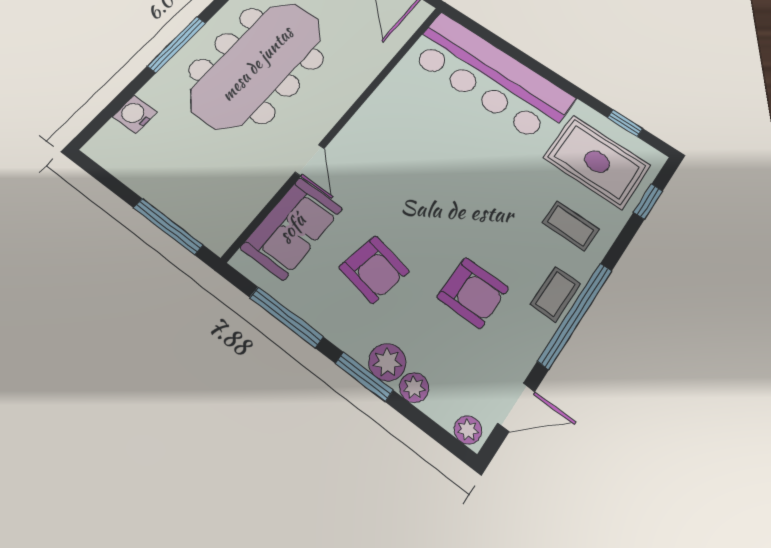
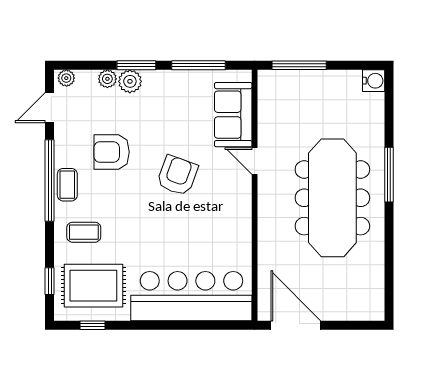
water cooler: (135, 114) -> (374, 81), moved
armchair: (374, 269) -> (177, 175), moved, turned 99

